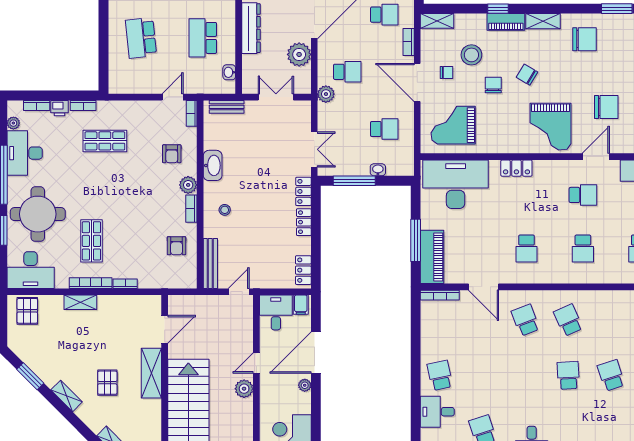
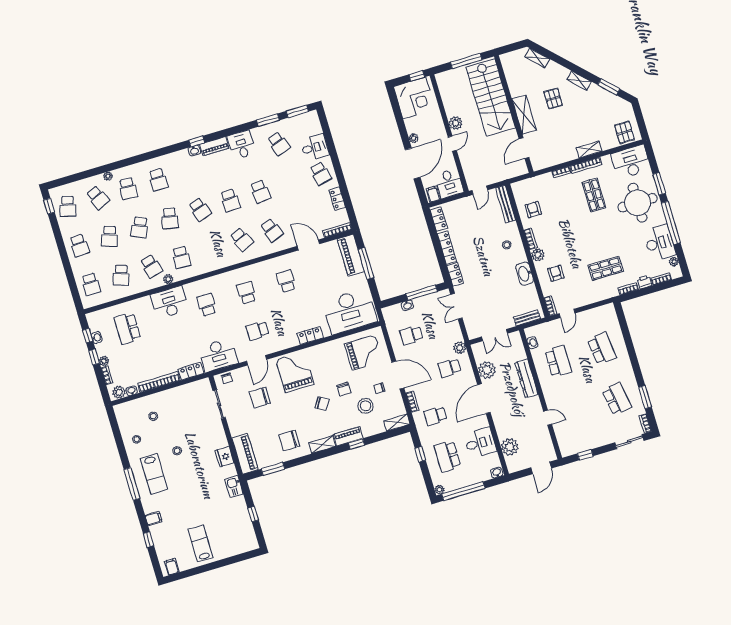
locker: (304, 222) -> (447, 248), width x1.53
locker: (428, 336) -> (337, 199), added
school desk: (525, 375) -> (260, 191), added

